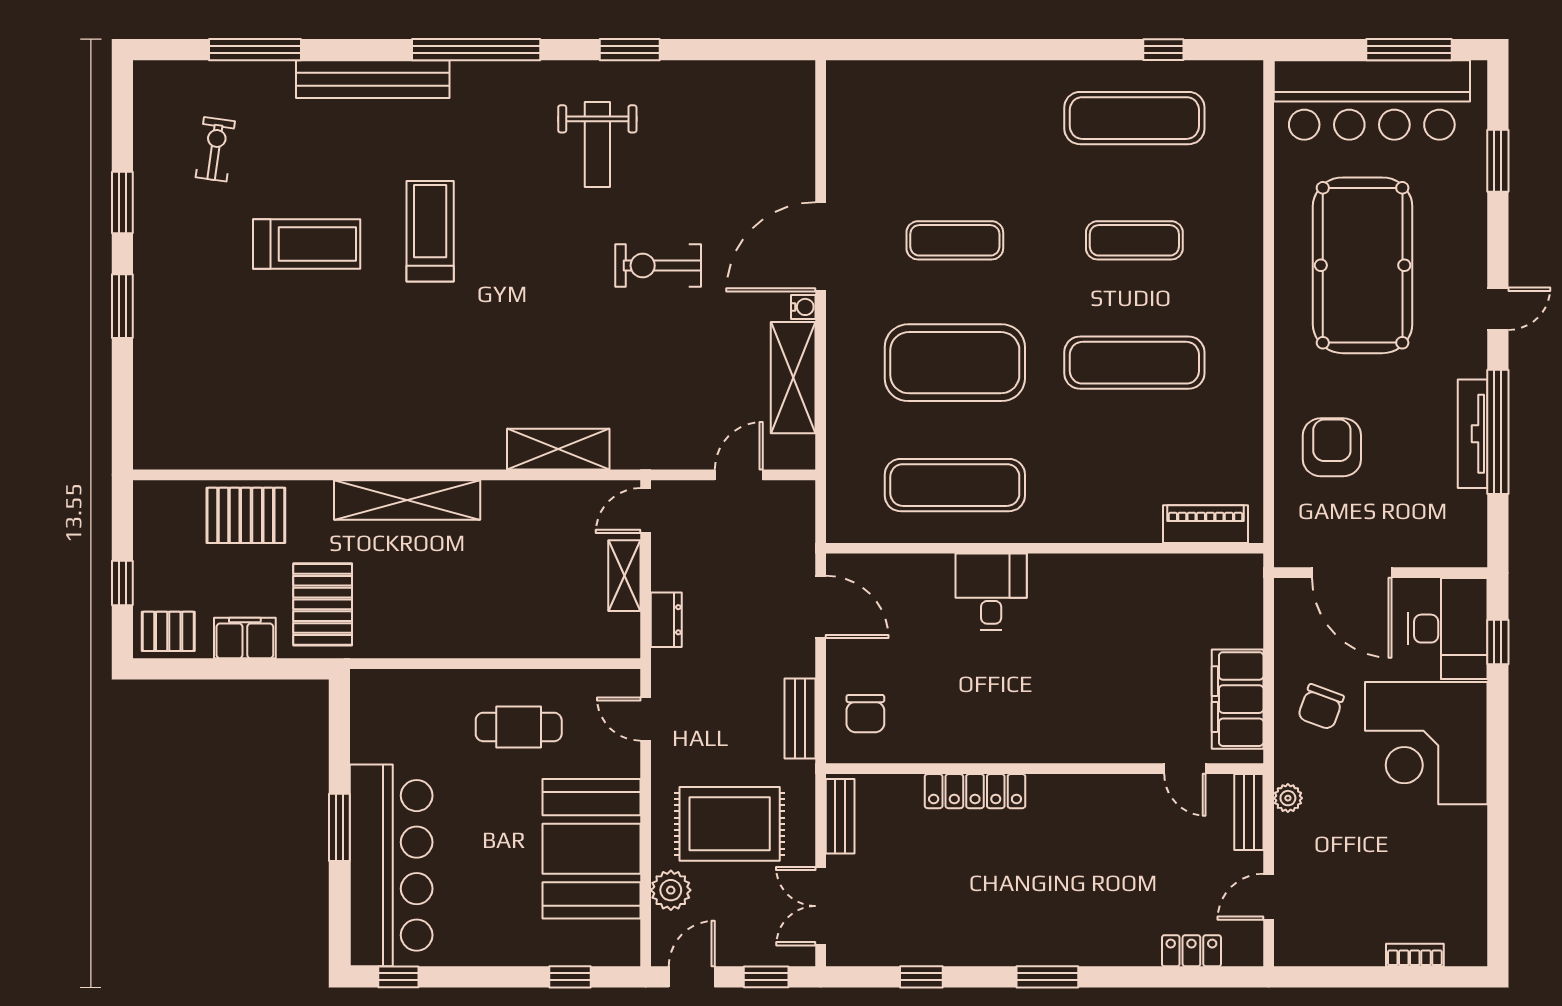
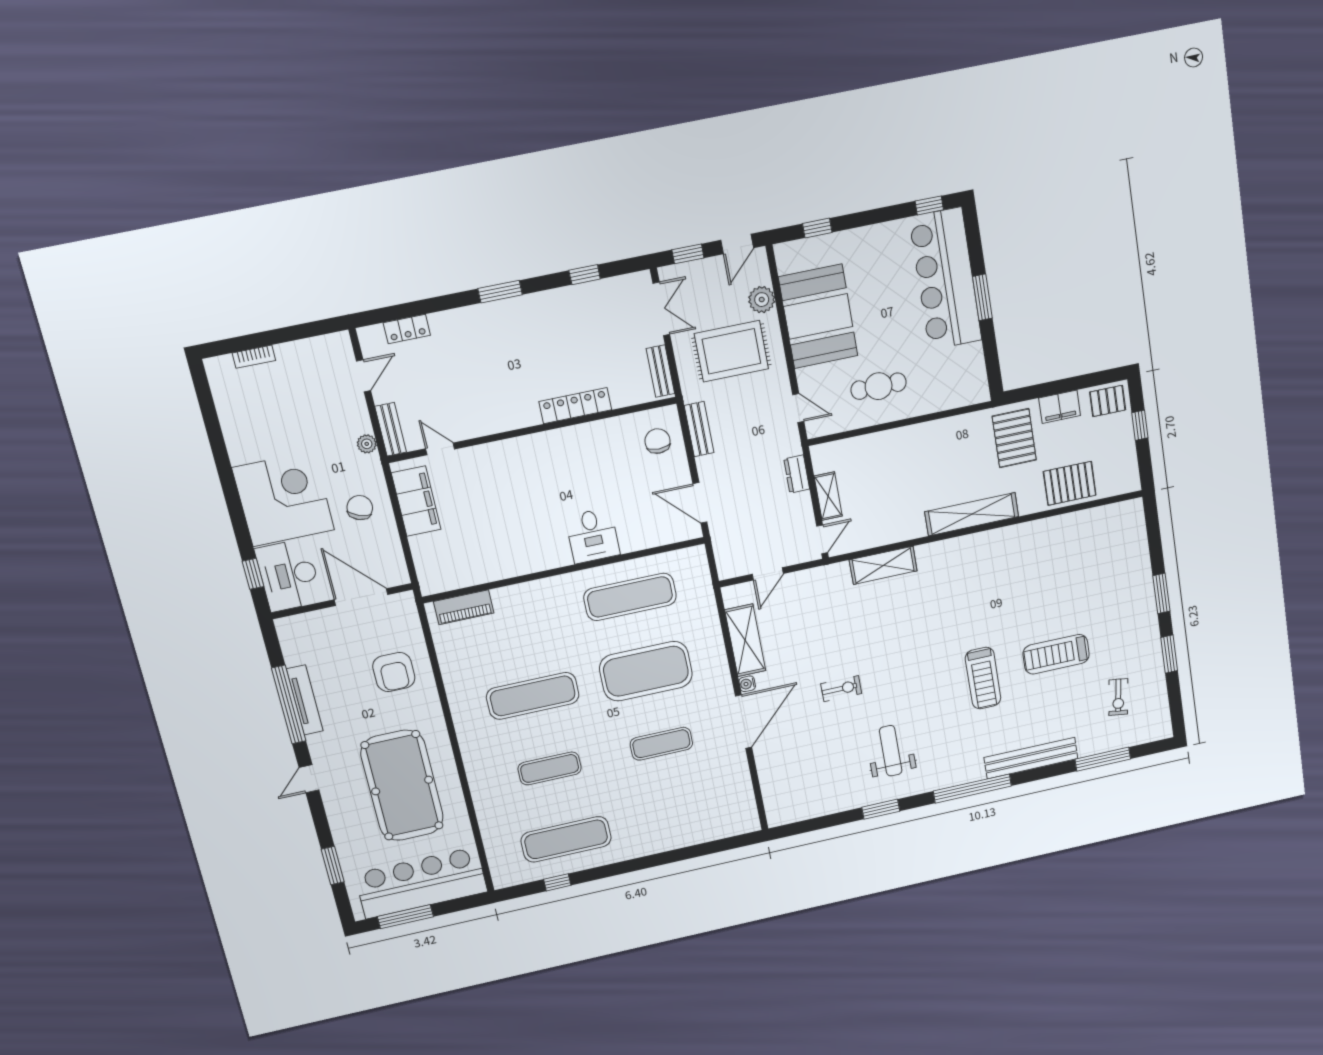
exercise bike: (658, 266) -> (841, 689), width x0.73, depth x0.72

